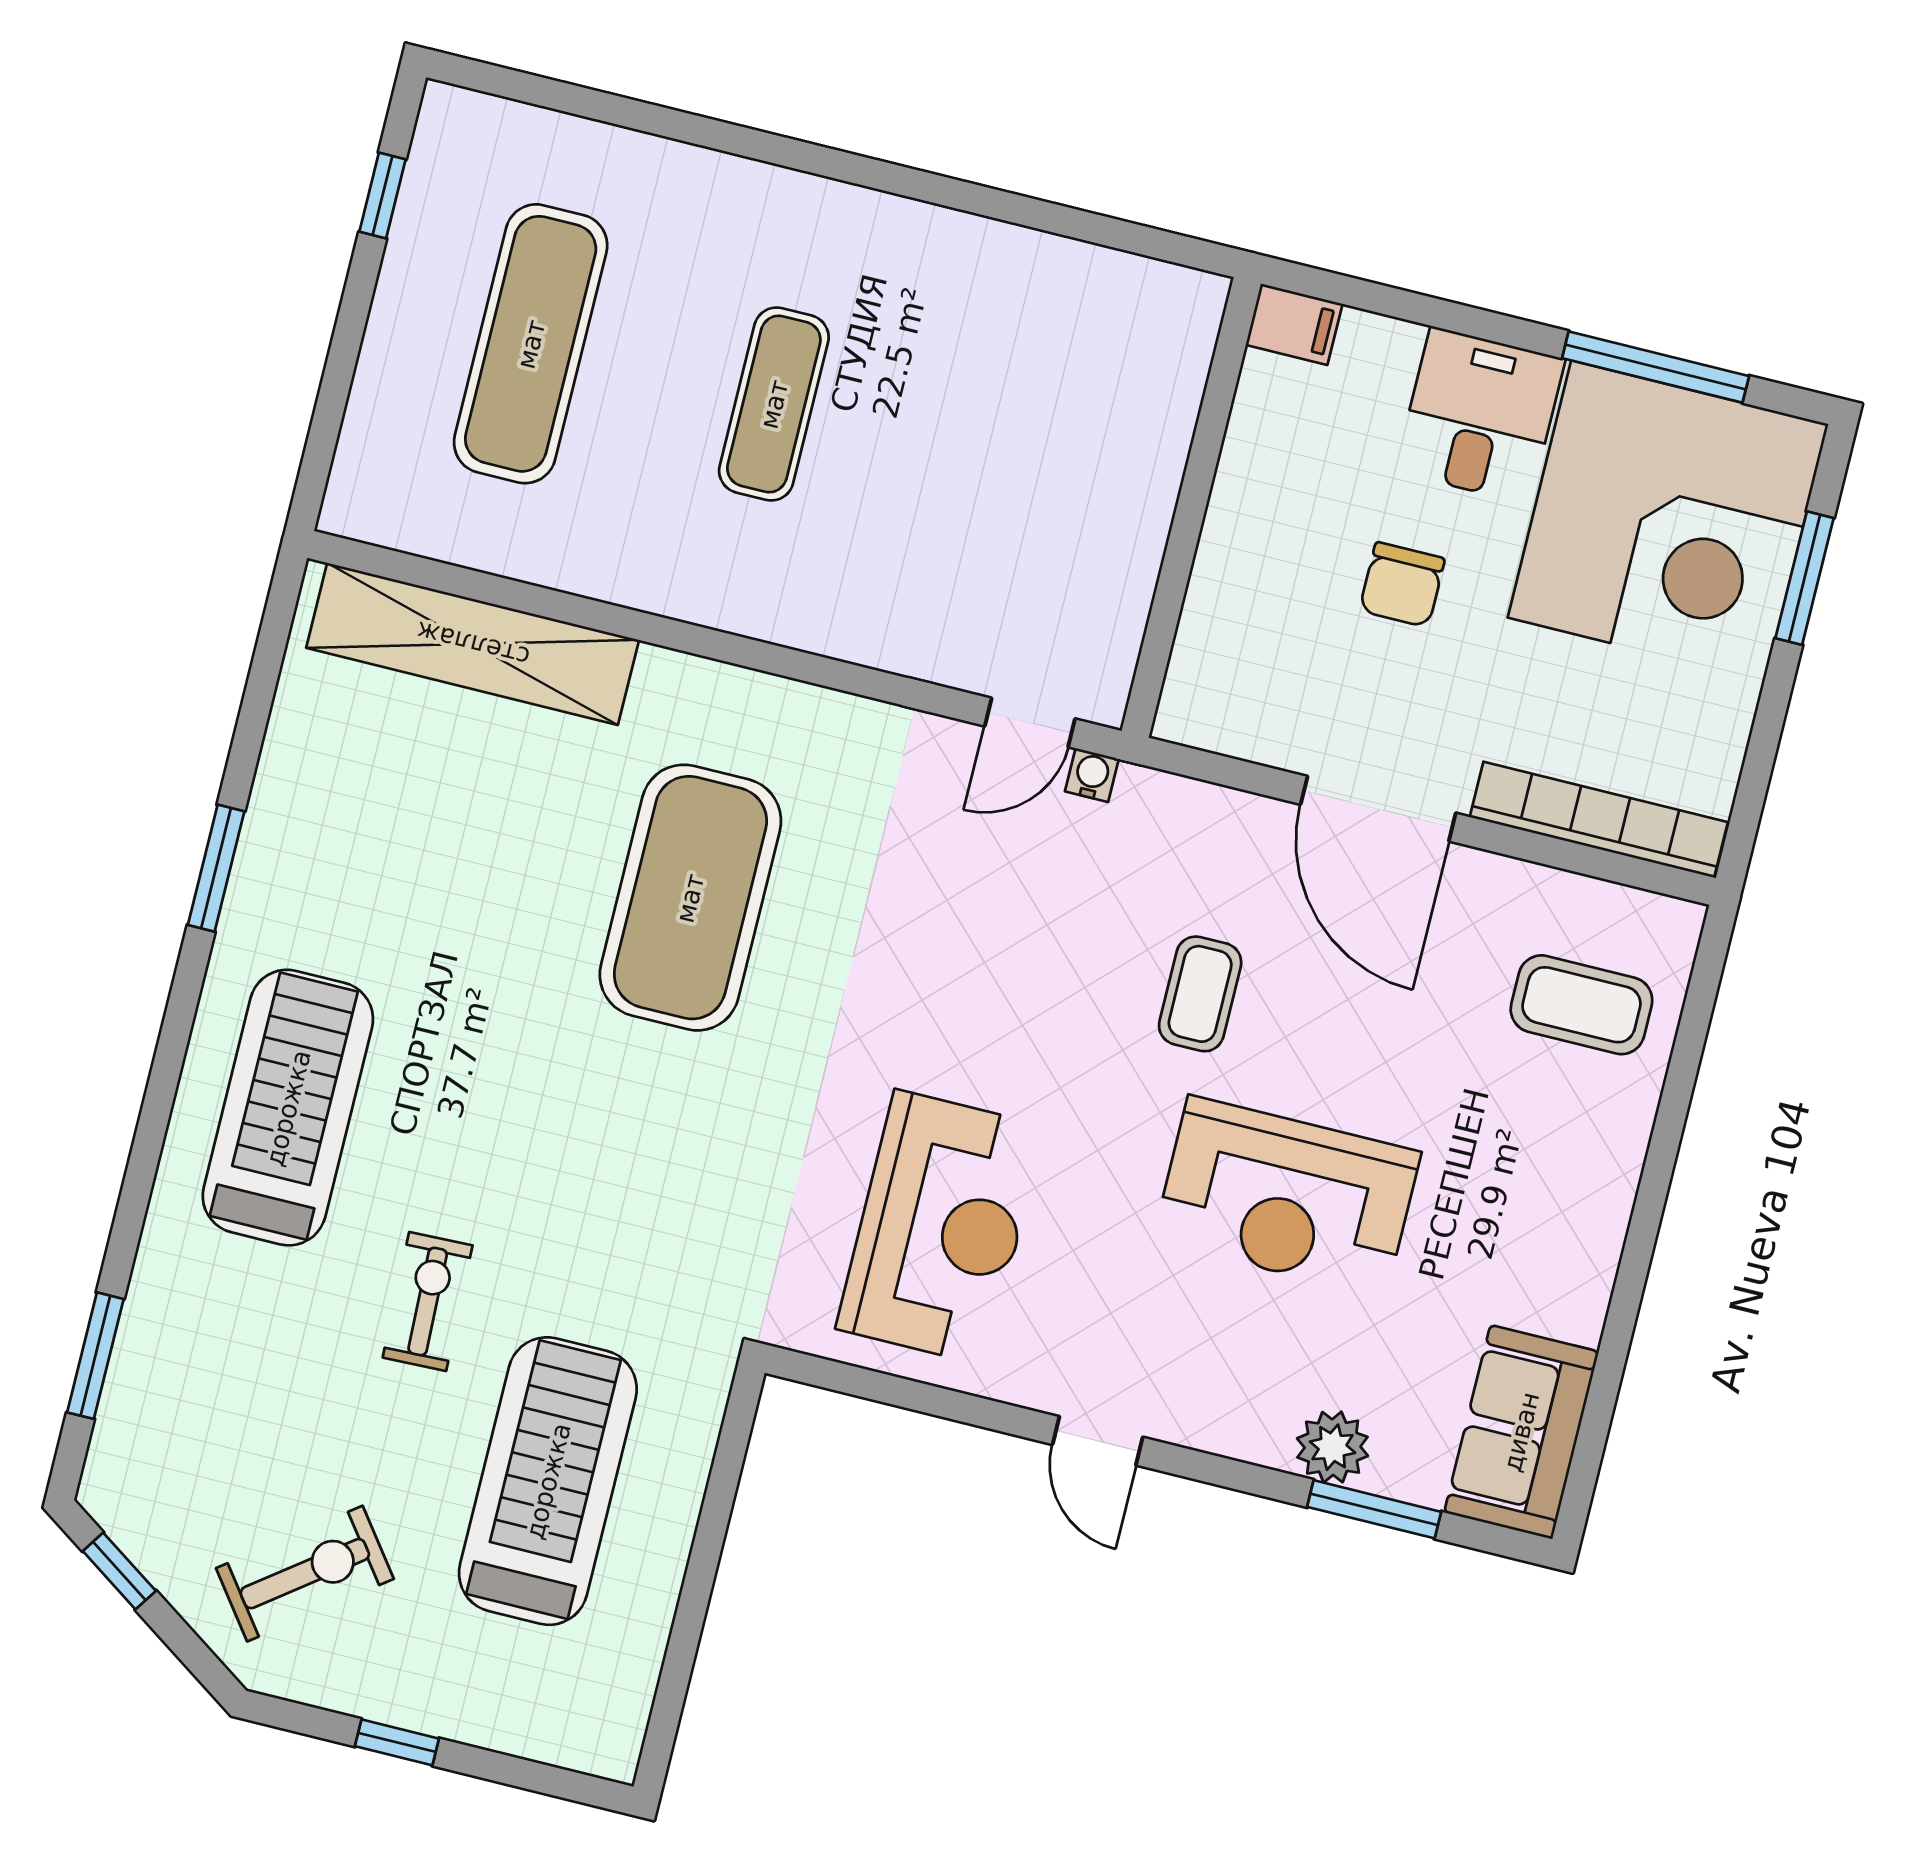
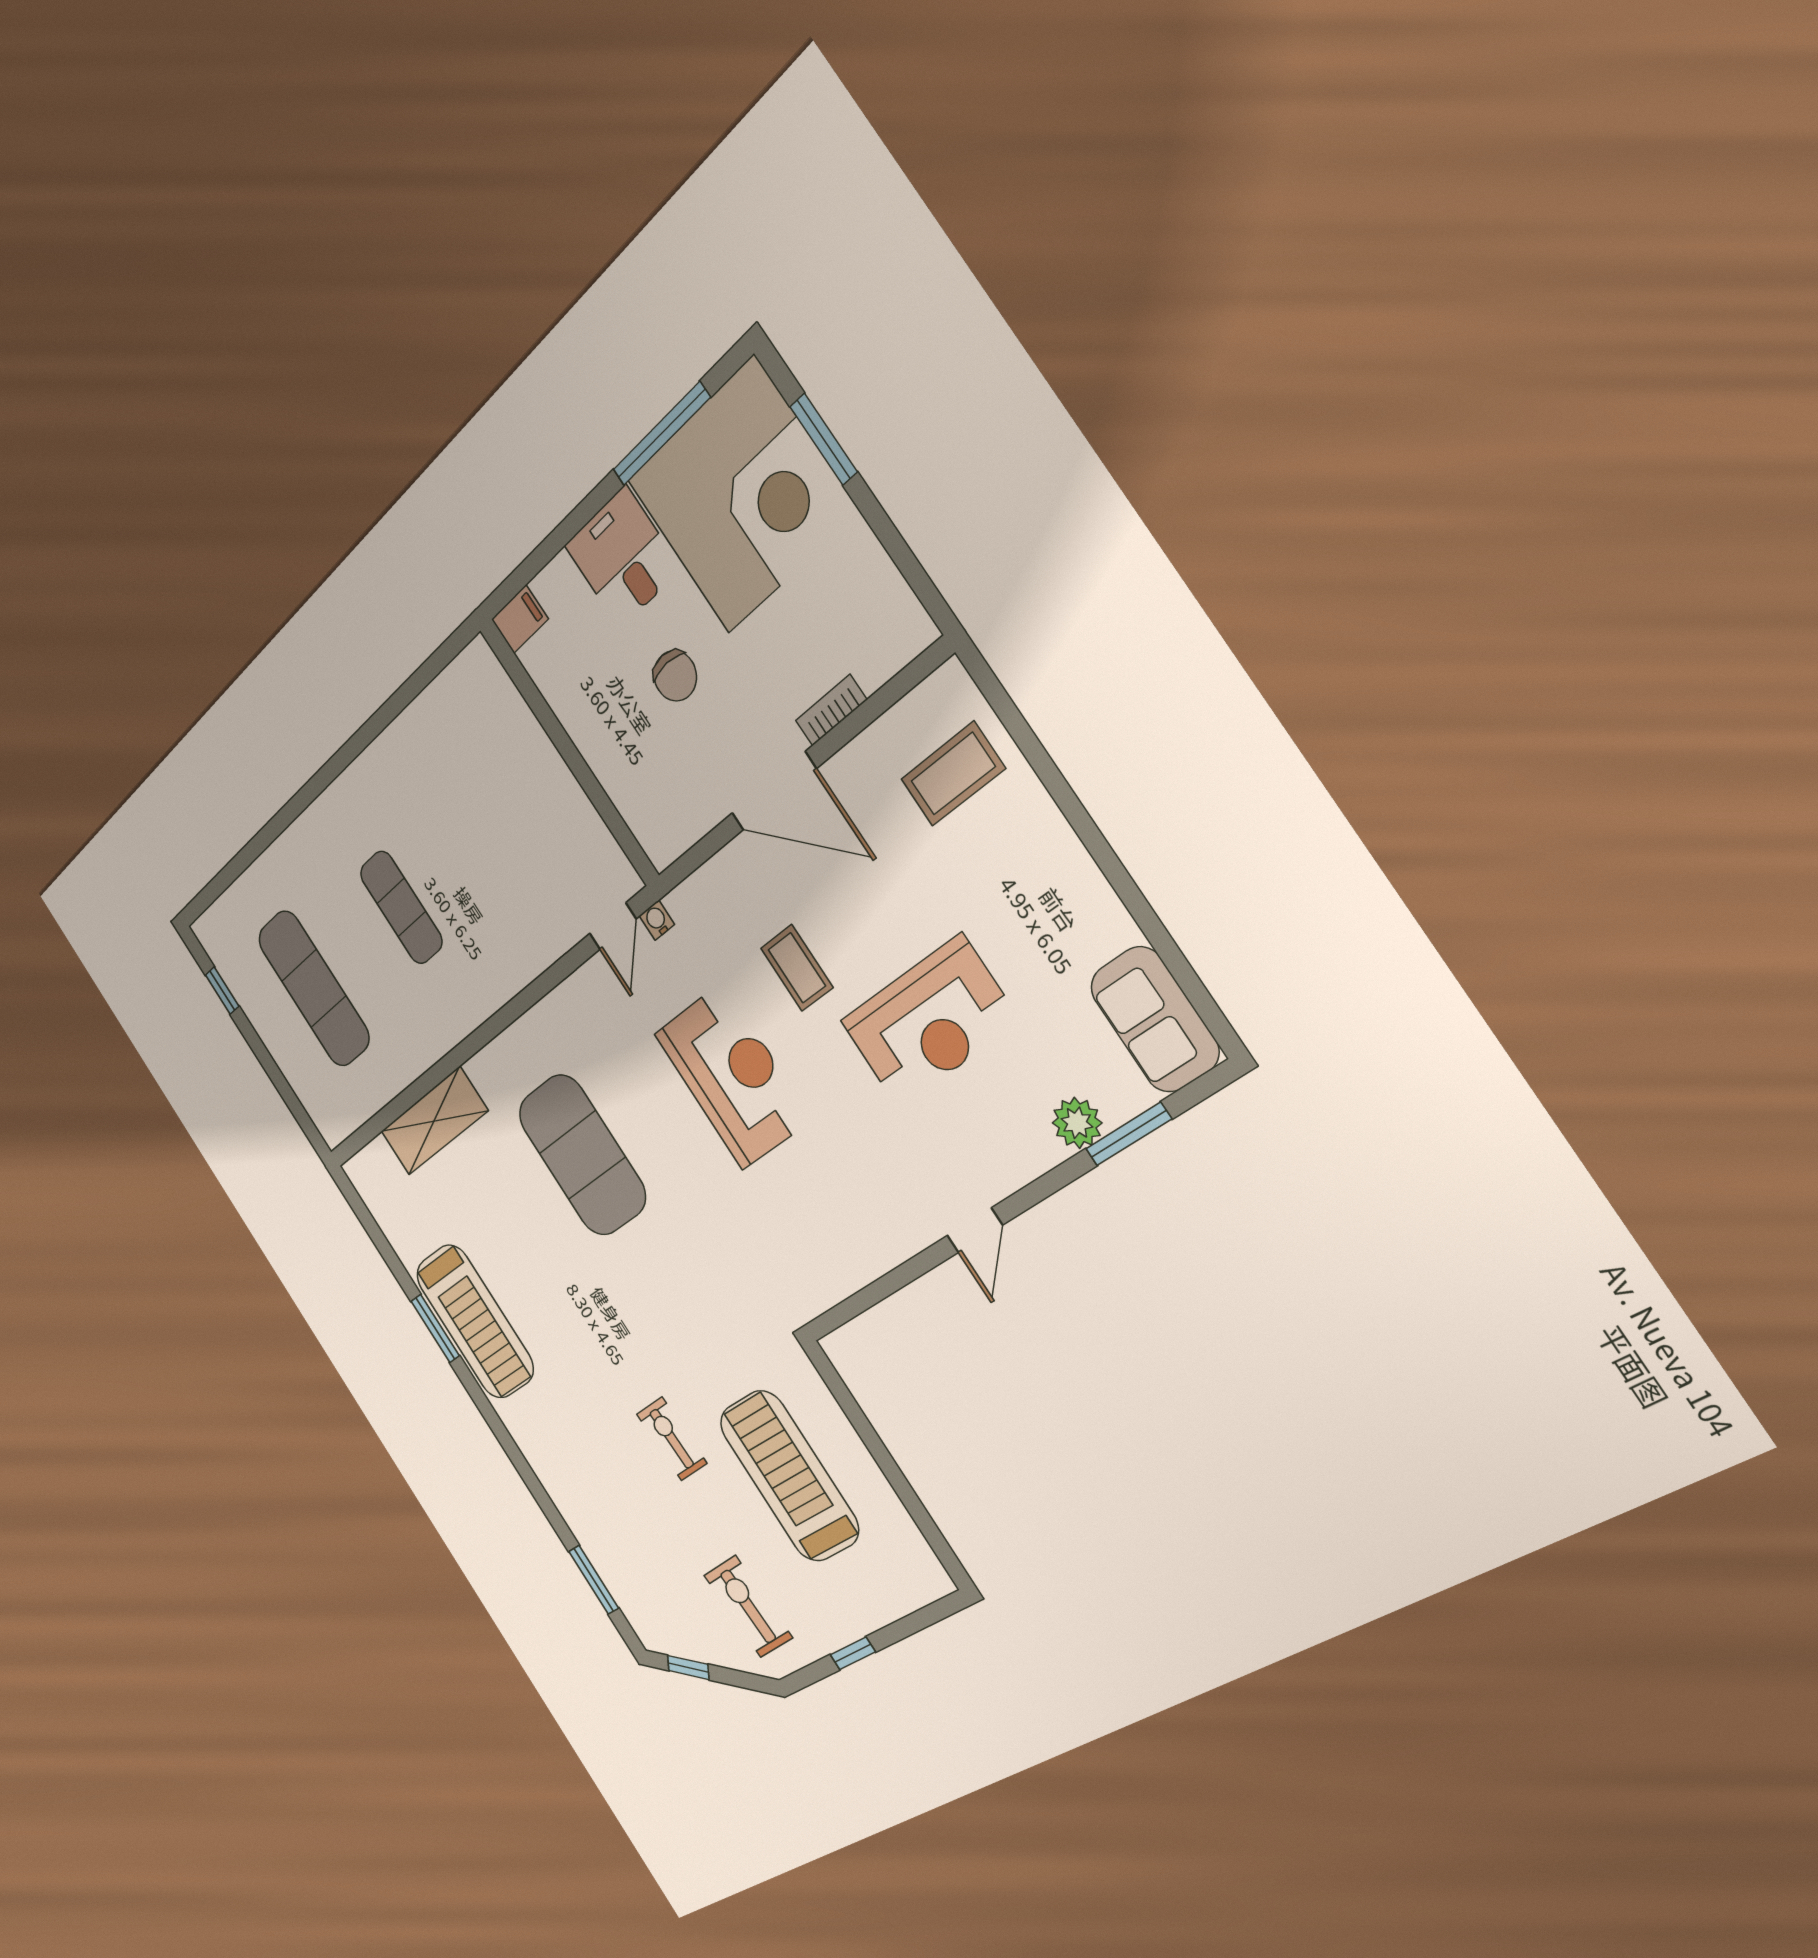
shelving: (473, 644) -> (434, 1121), width x0.68
bookcase: (1599, 820) -> (831, 710), width x0.43, depth x0.76
treadmill: (288, 1108) -> (475, 1322), moved, turned 180
reception desk: (940, 1227) -> (733, 1077), moved
door: (1098, 1441) -> (975, 1230), hinge flipped
exercise bike: (305, 1574) -> (748, 1606), turned -56

